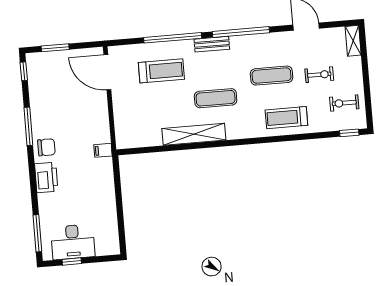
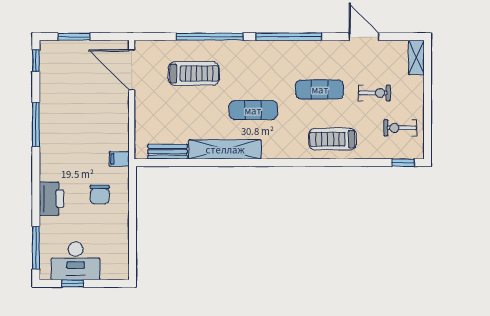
bench: (212, 44) -> (168, 152), moved
chair: (46, 147) -> (100, 195), moved, turned 90
printer: (46, 177) -> (51, 199), moved

